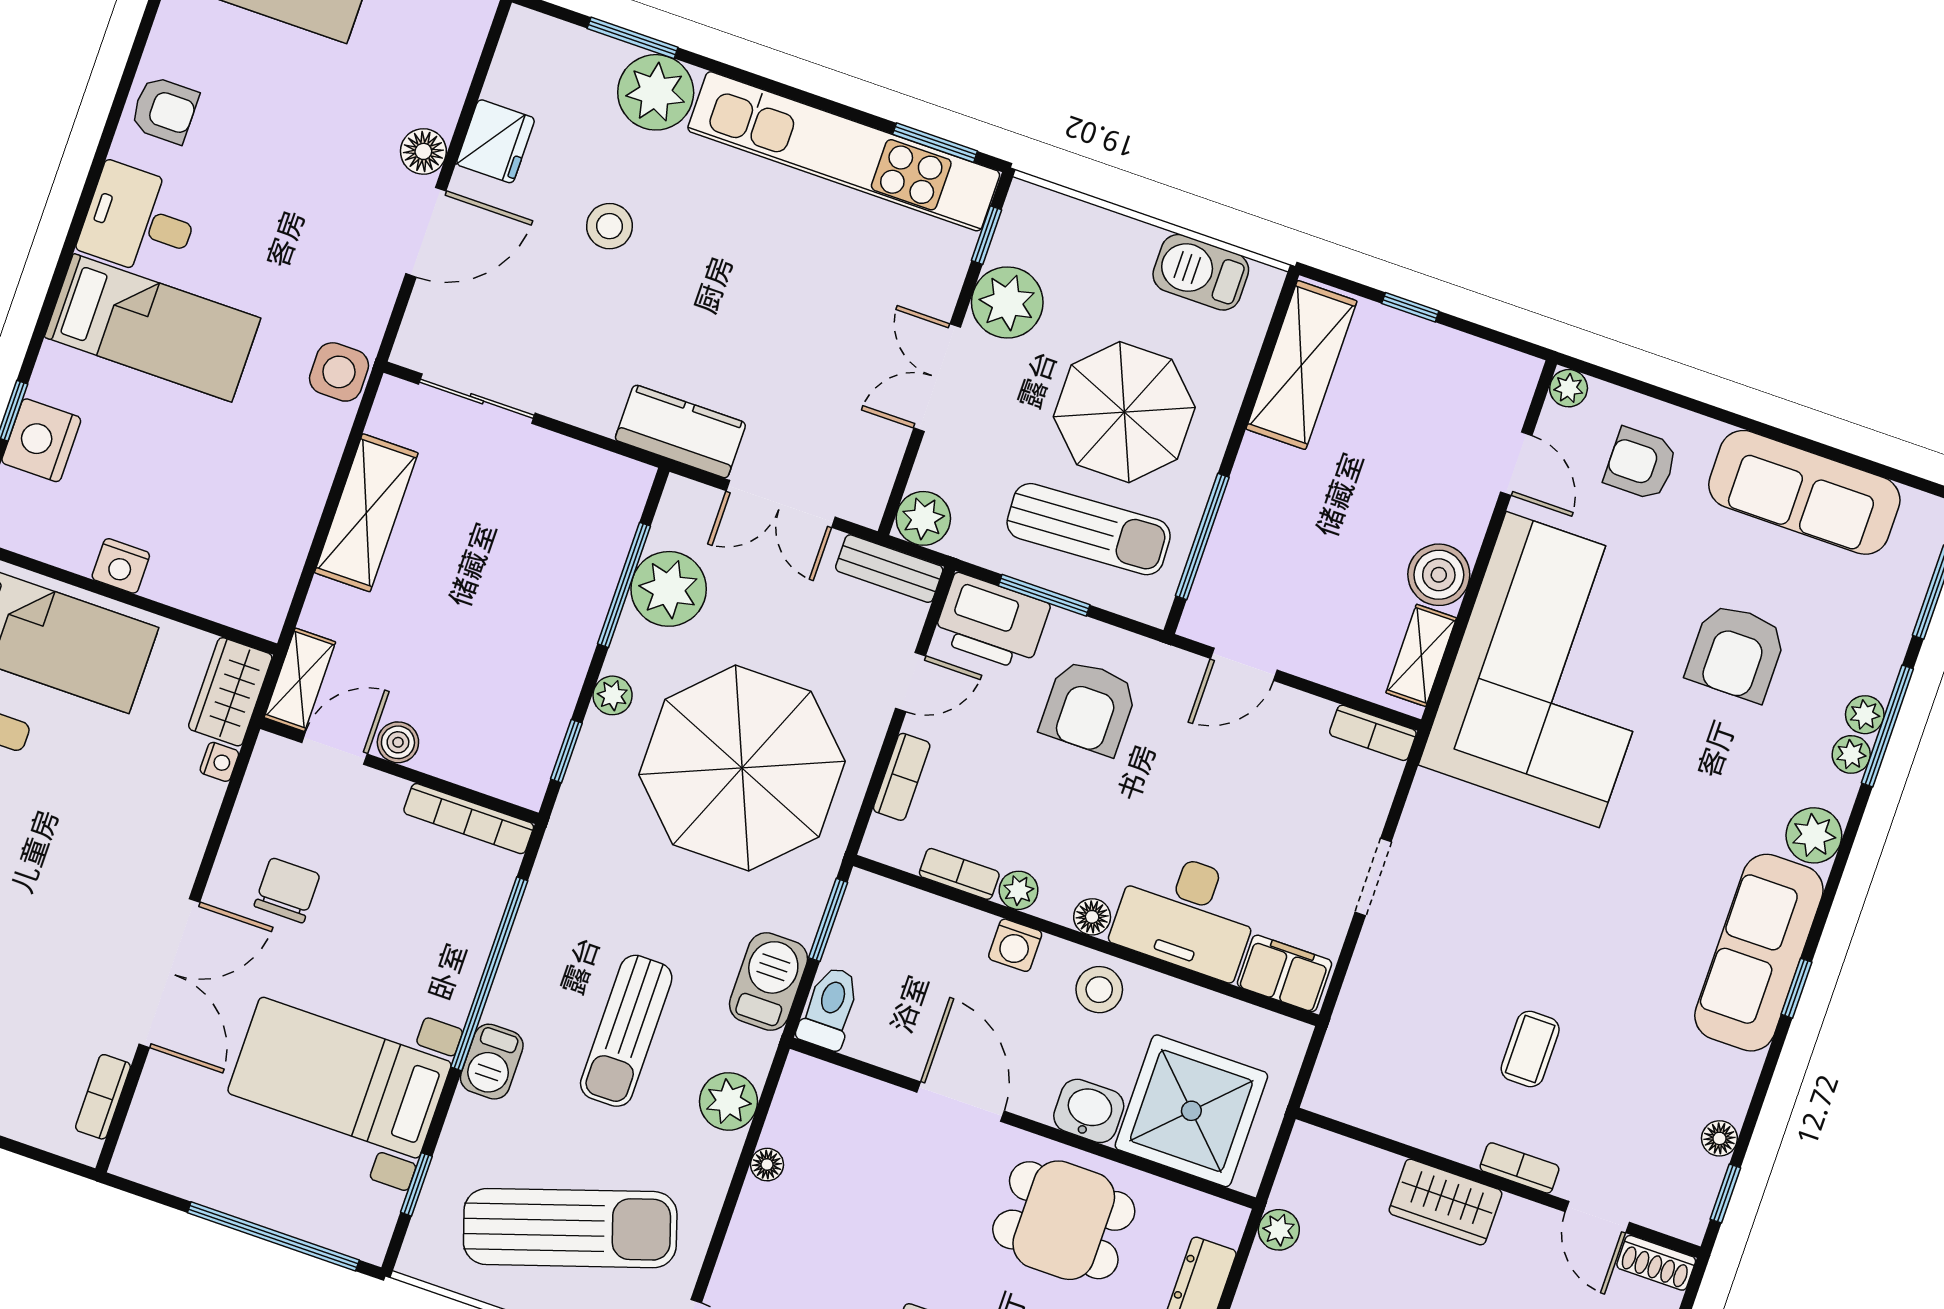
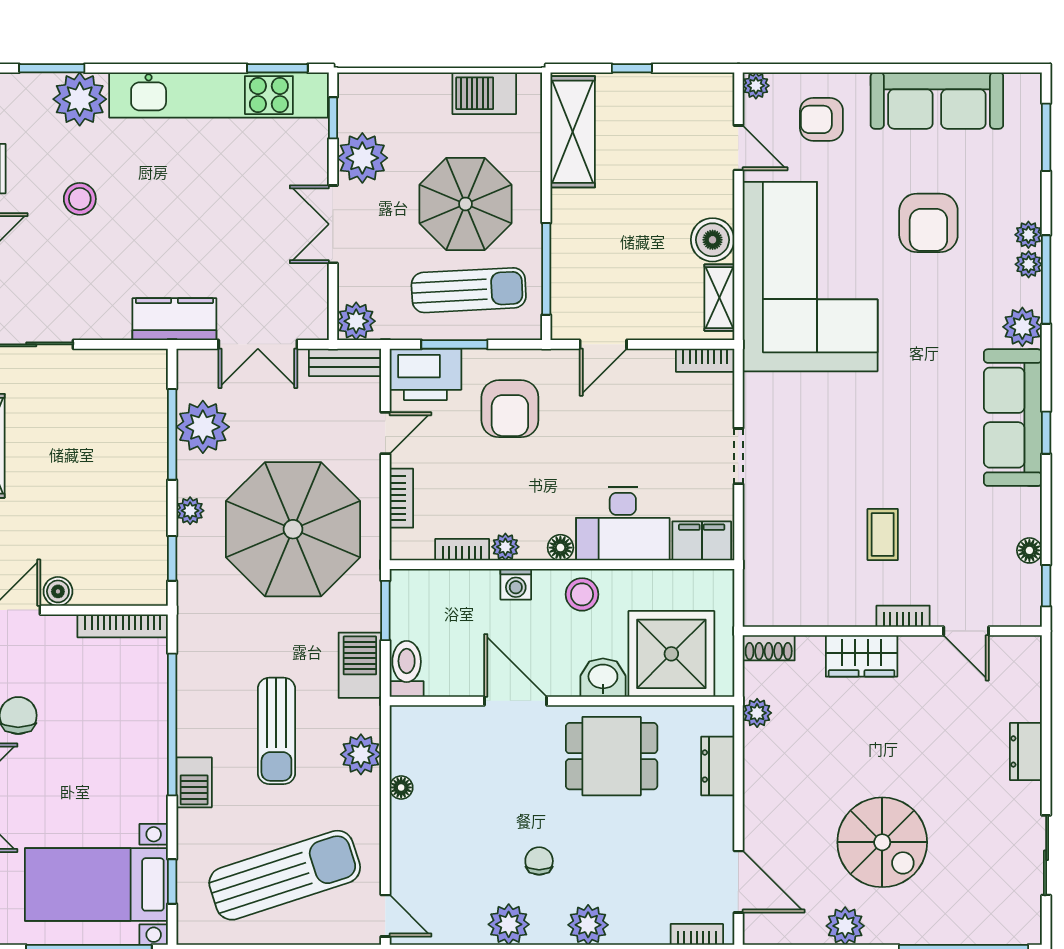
window: (1887, 726) -> (1046, 280), moved
bed with nightstands: (340, 1078) -> (96, 884), moved
shoe rack: (1656, 1263) -> (769, 648), moved

